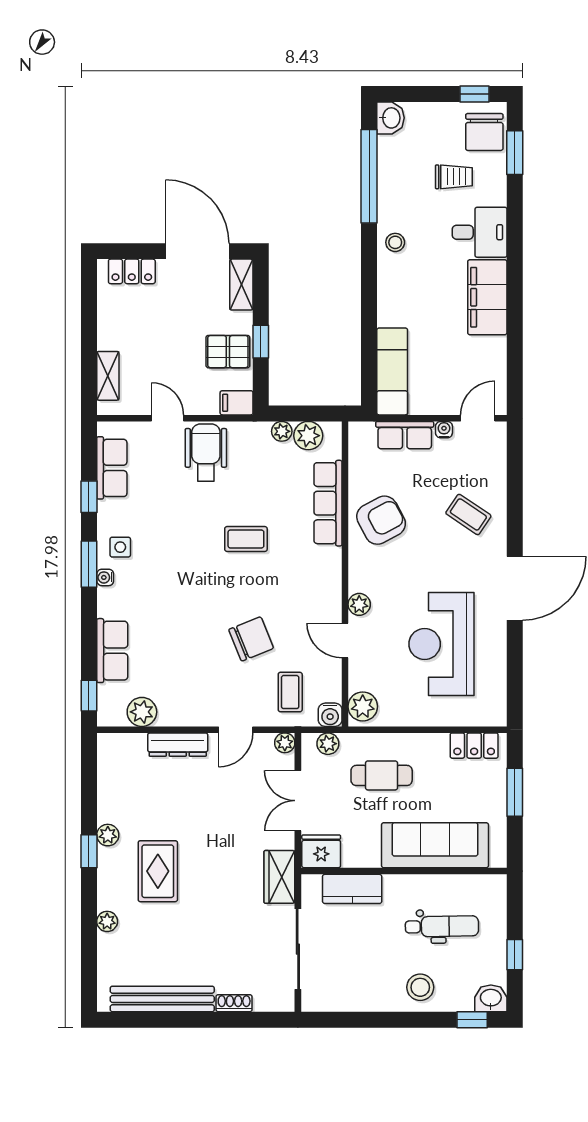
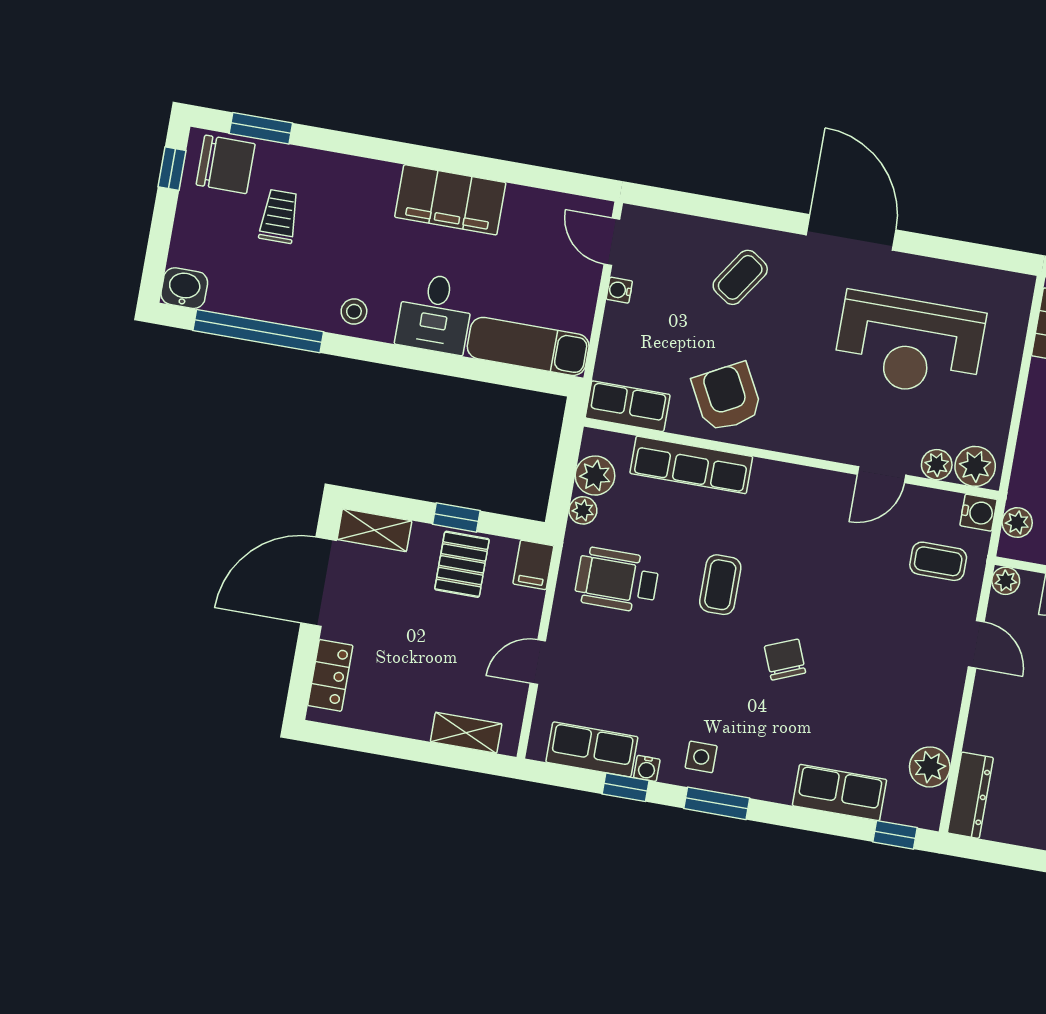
desk: (480, 232) -> (435, 313), moved, turned 180
row of seats: (405, 435) -> (628, 406), moved, turned -90
wheelchair: (206, 452) -> (617, 580), moved
water cooler: (105, 577) -> (647, 768), moved
plant: (359, 604) -> (937, 465), moved
chair: (251, 639) -> (785, 660), moved, width x0.73, depth x0.73
dresser: (178, 745) -> (970, 795), moved

